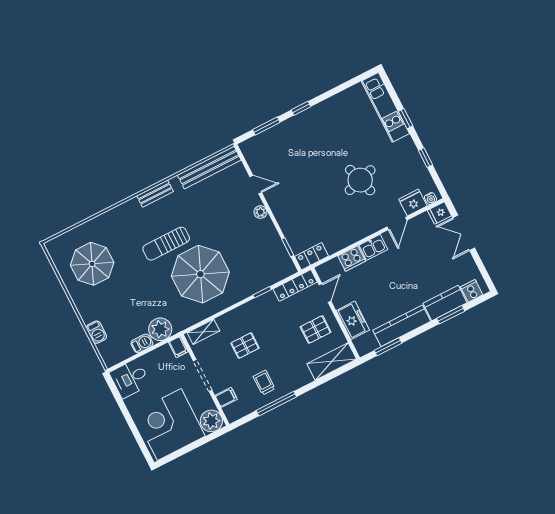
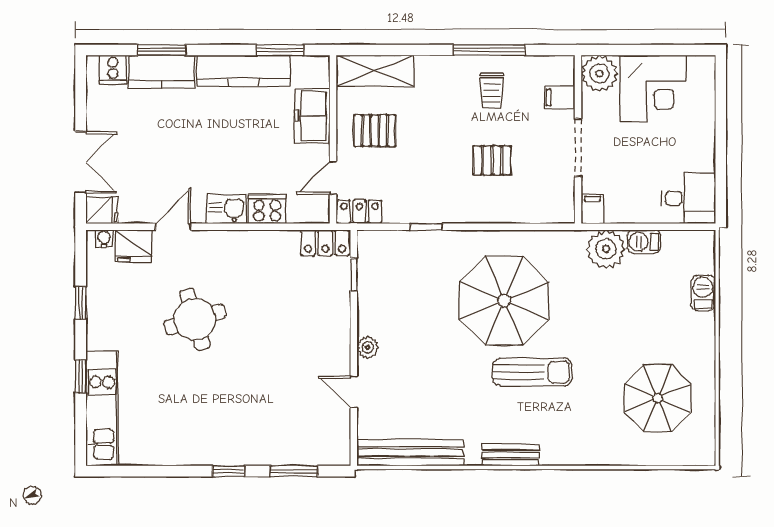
locker: (295, 285) -> (359, 212), width x0.66
shelving: (203, 332) -> (543, 212), removed
corner desk: (169, 424) -> (653, 88), width x0.74, depth x0.74

